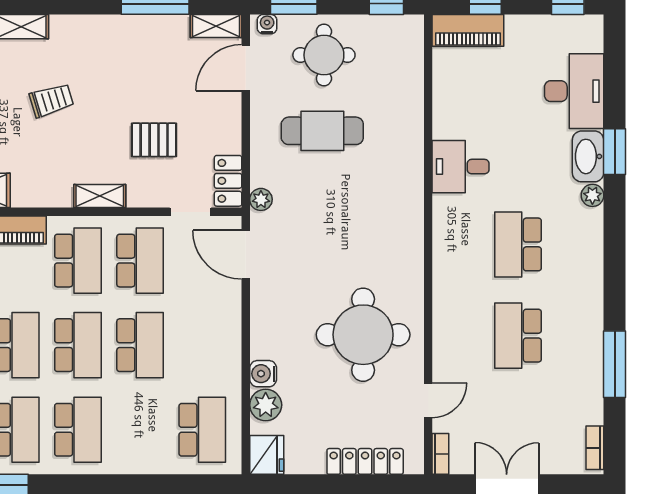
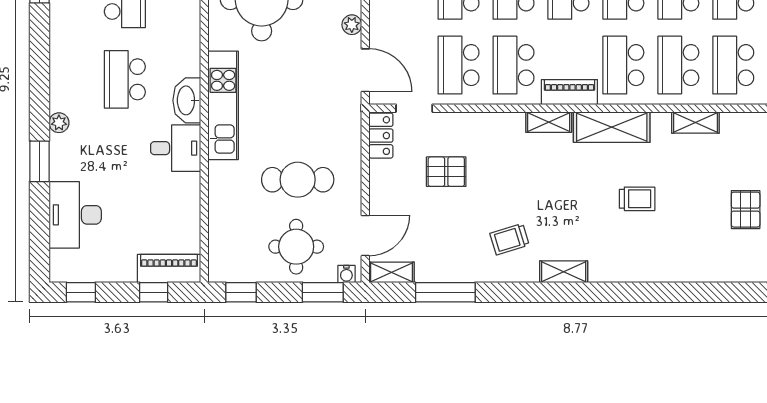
trolley: (51, 100) -> (510, 239), moved
washbasin: (588, 156) -> (187, 100), moved, turned 180
shelving: (100, 196) -> (549, 122), moved
plant: (261, 199) -> (352, 25), moved
kitchen unit: (407, 215) -> (223, 105), added
school desk: (518, 244) -> (125, 79), turned 180

